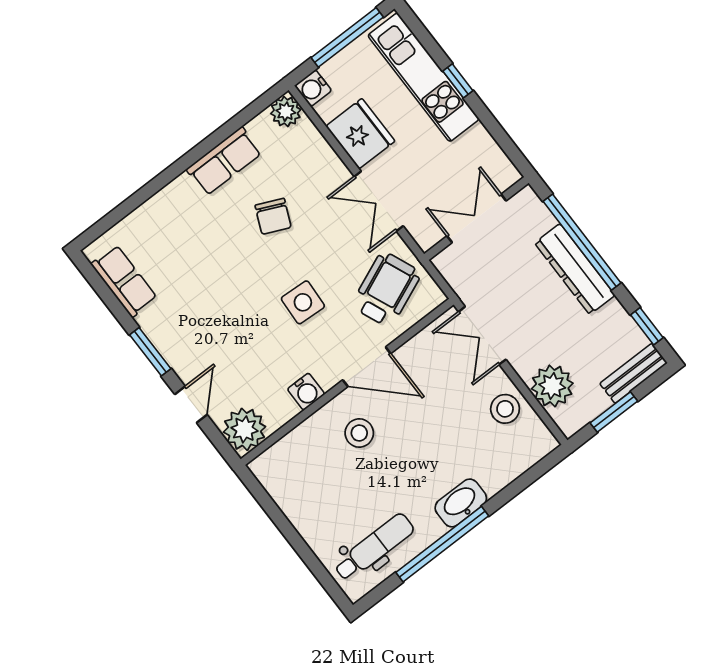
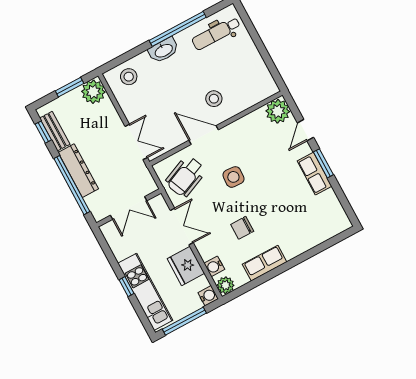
chair: (273, 216) -> (242, 228), turned -114
row of seats: (124, 281) -> (314, 174), moved
bench: (634, 373) -> (55, 131), moved, turned 90
plant: (552, 386) -> (93, 92), moved
water cooler: (306, 392) -> (214, 266), moved, turned -90
stool: (505, 409) -> (129, 77), moved

